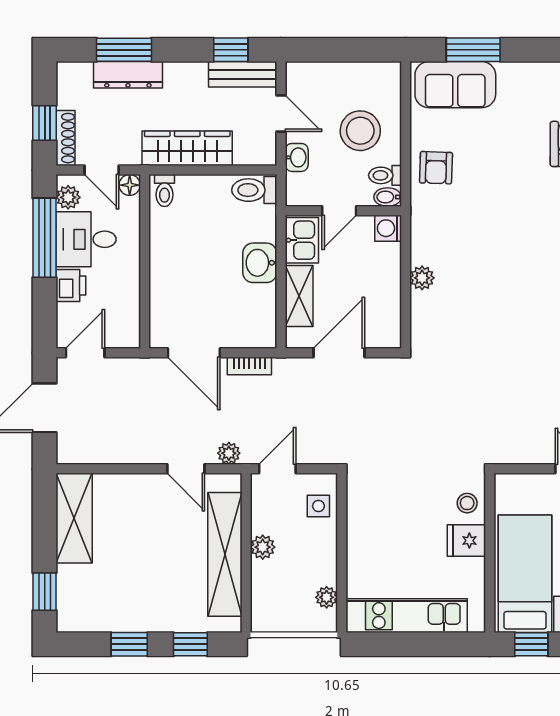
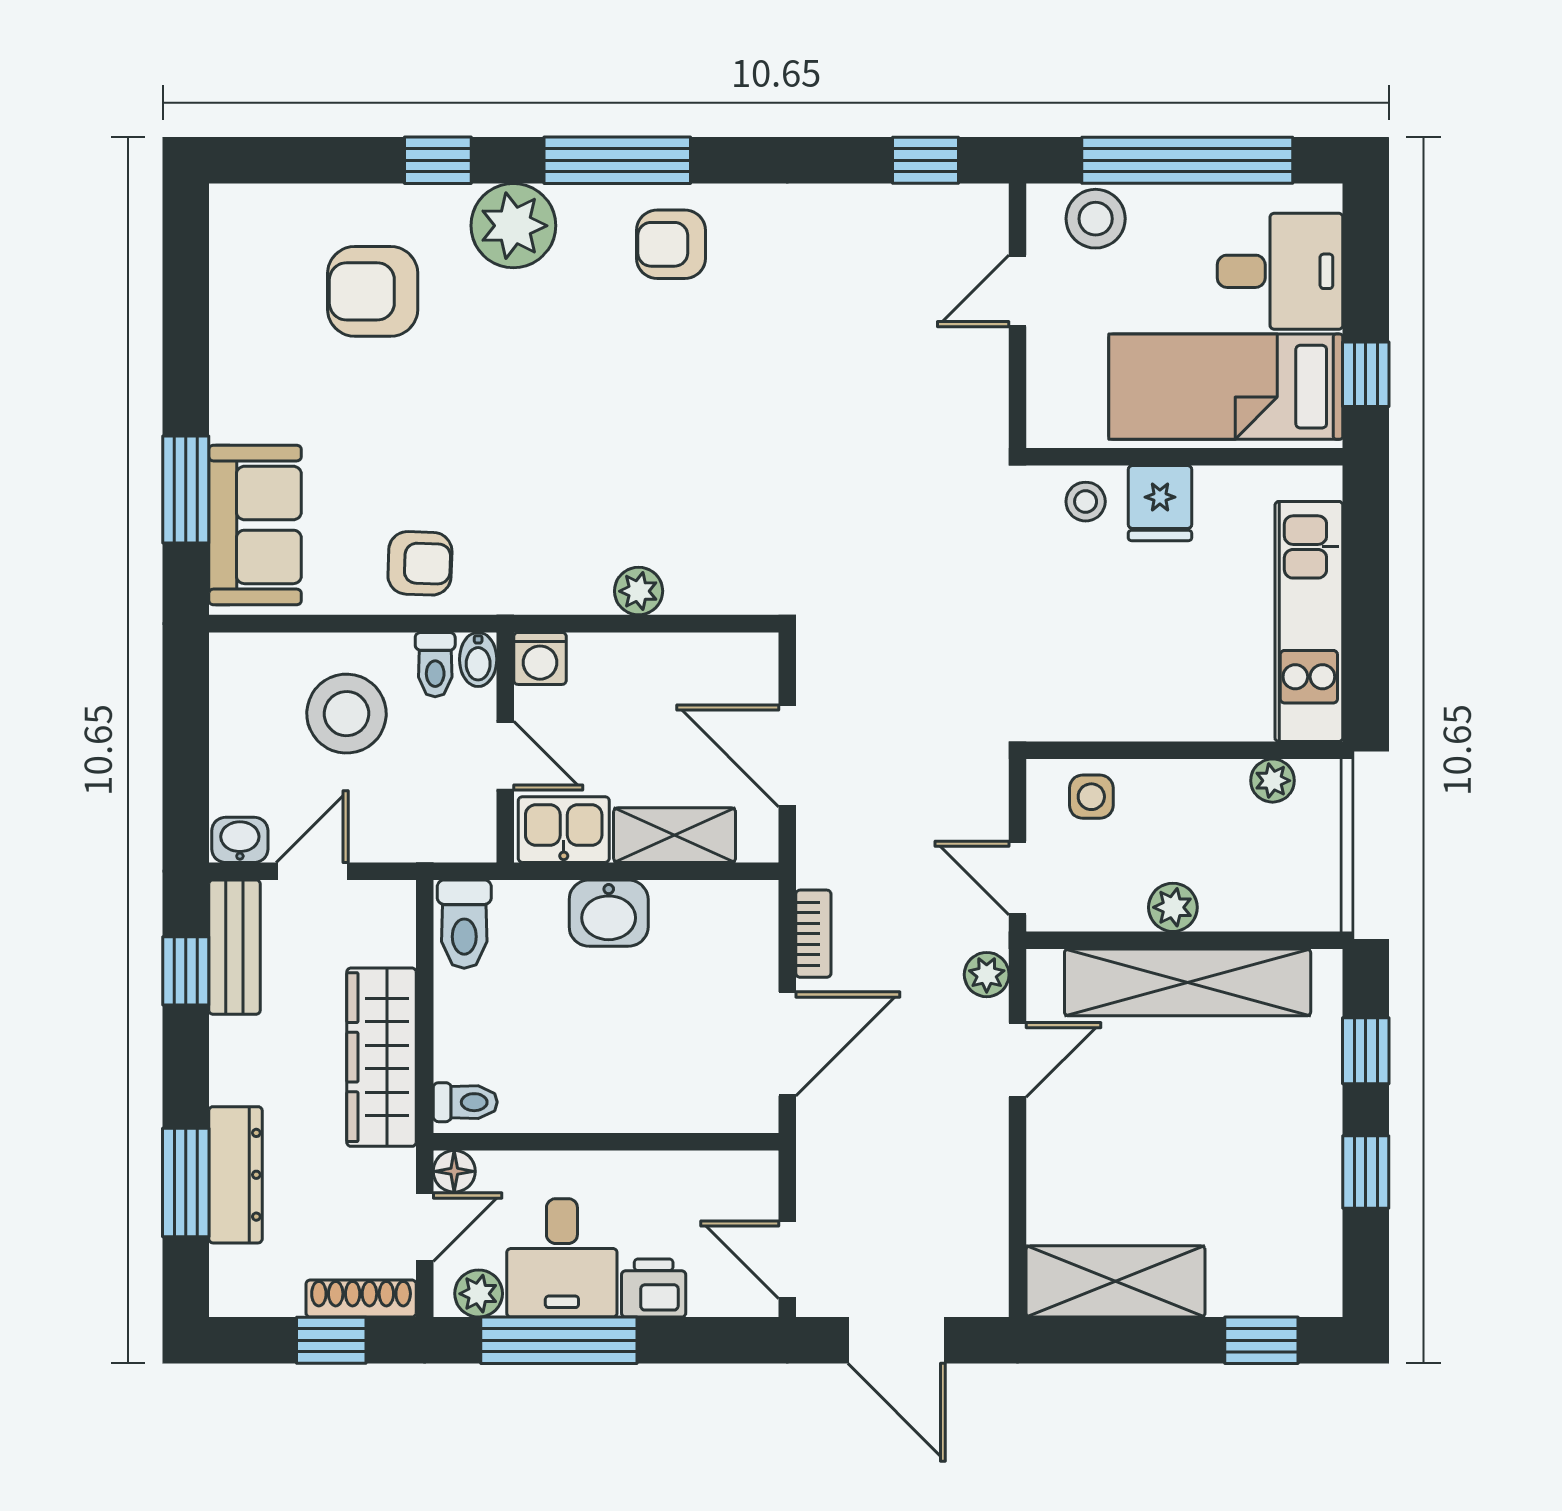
washbasin: (297, 157) -> (240, 840), moved

